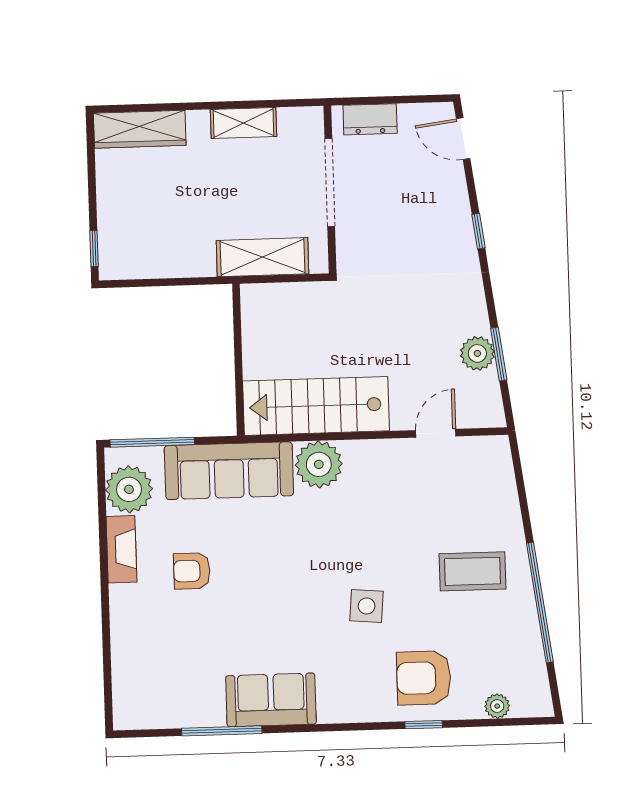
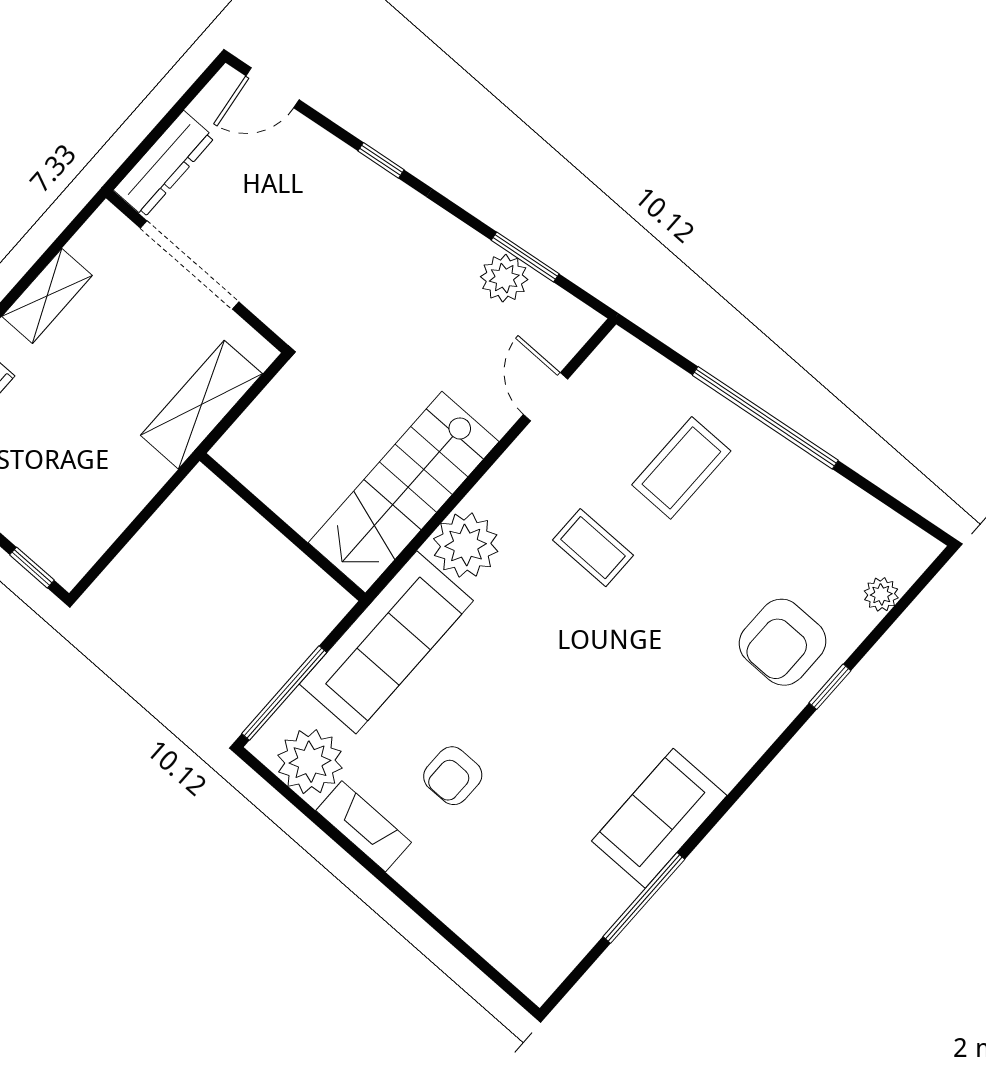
dresser: (370, 119) -> (164, 164), width x1.44
coffee table: (380, 532) -> (593, 548), added
coffee table: (472, 571) -> (681, 468), moved
window: (540, 602) -> (765, 418), moved
side table: (367, 606) -> (655, 632), removed

